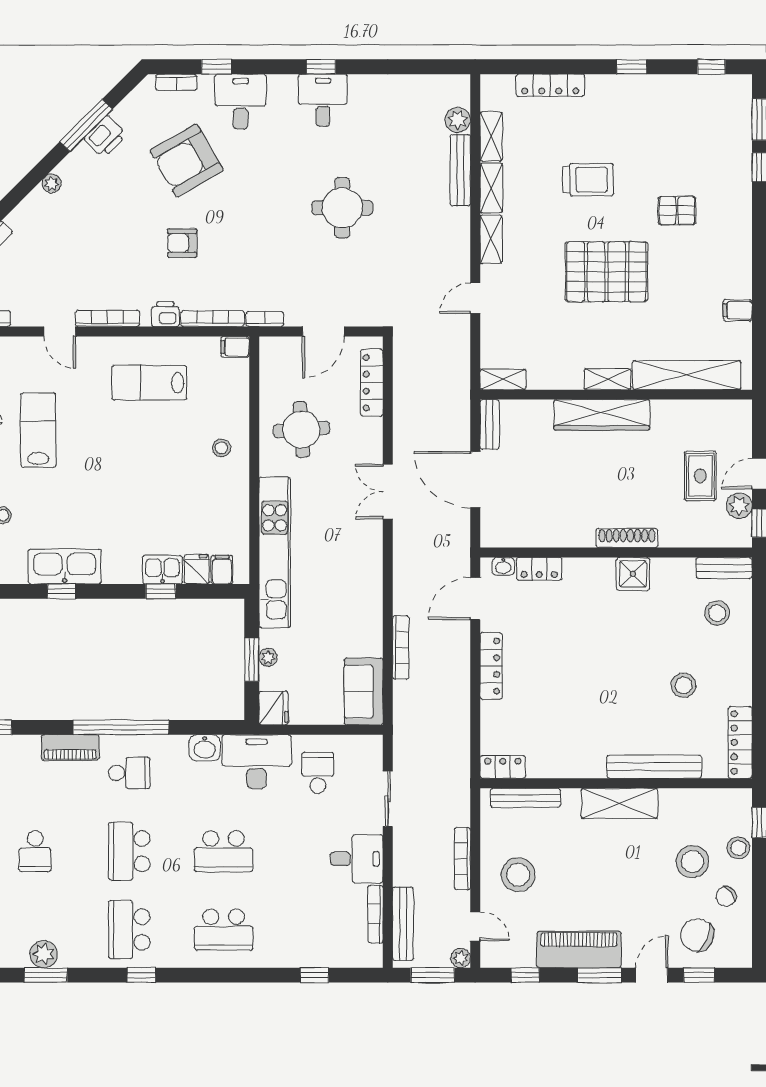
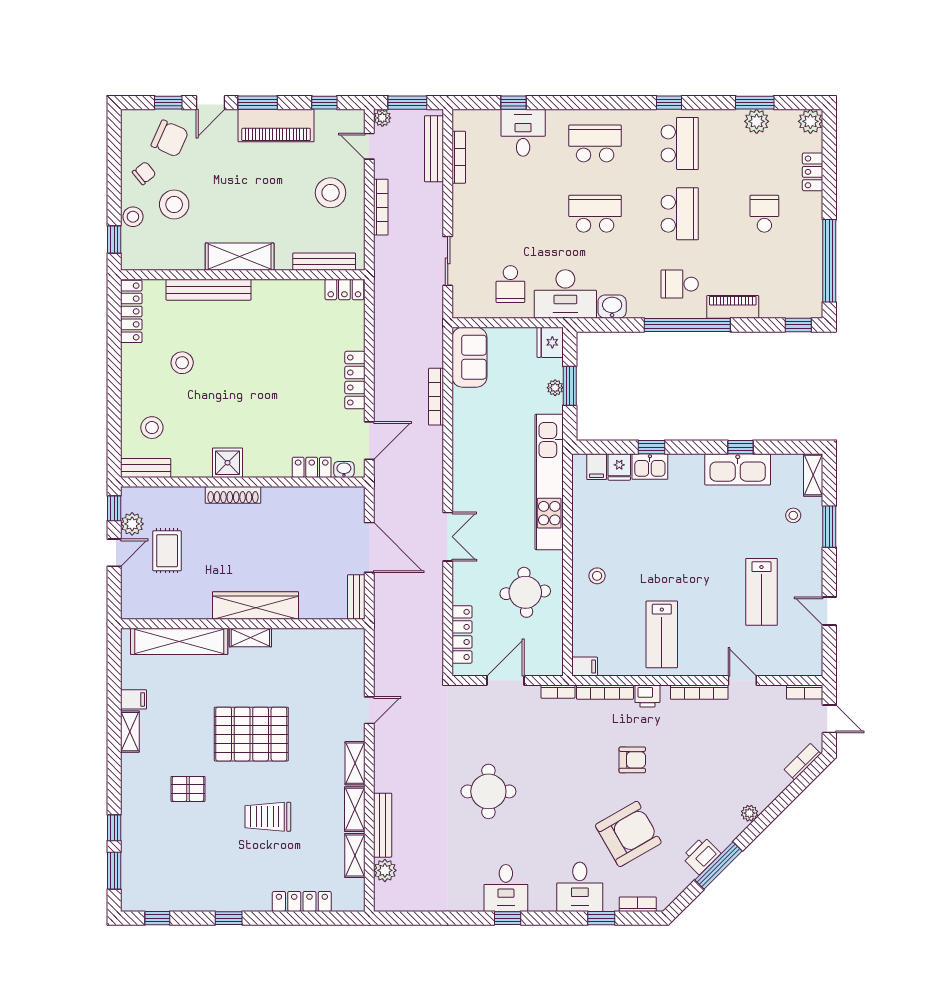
shelving: (503, 379) -> (130, 732), moved, turned 90
lab bench: (149, 383) -> (662, 634), turned 90
desk: (357, 859) -> (523, 133), moved, turned 90

